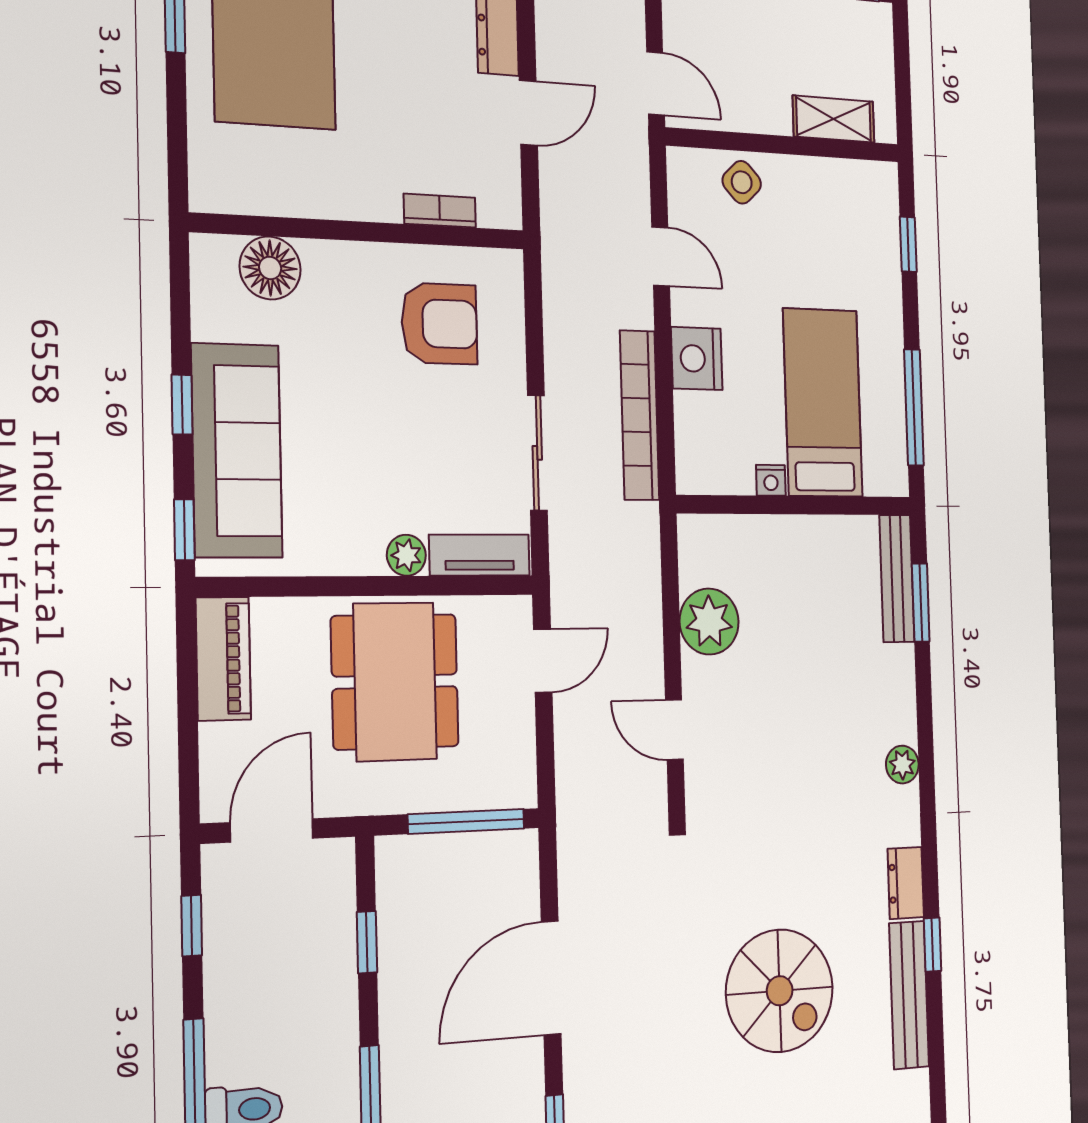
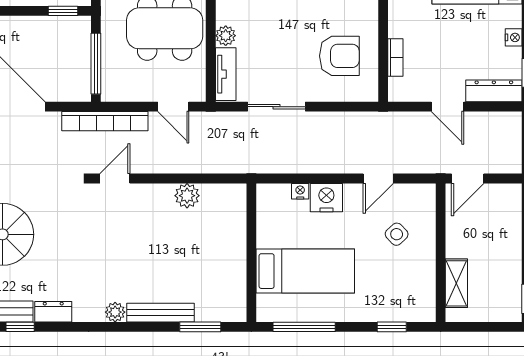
side table: (742, 182) -> (397, 234), moved
armchair: (439, 324) -> (339, 56), turned -90
bookcase: (640, 415) -> (105, 121), moved, turned 180
nightstand: (771, 480) -> (300, 191), moved, turned 90
bench: (897, 578) -> (161, 313), moved
plant: (709, 622) -> (187, 196), width x0.73, depth x0.73
door: (674, 730) -> (115, 178), moved
window: (367, 942) -> (63, 11), moved

